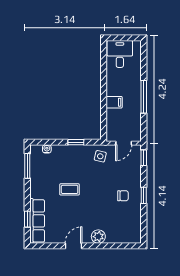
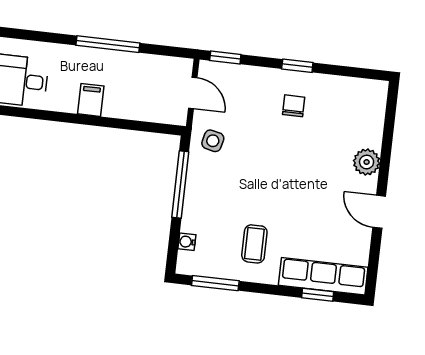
filing cabinet: (114, 102) -> (91, 100), moved
window: (76, 142) -> (180, 185), width x2.17
coffee table: (70, 189) -> (254, 244), moved

